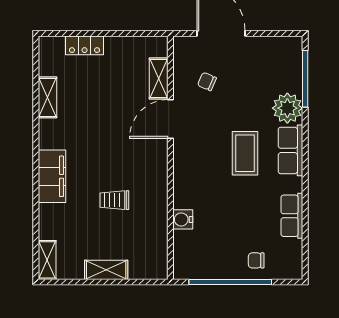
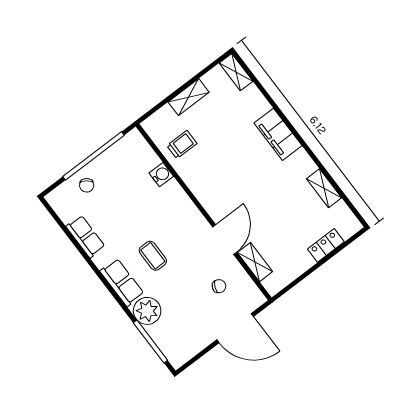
coffee table: (245, 153) -> (153, 256), width x0.73, depth x0.77
trolley: (114, 200) -> (182, 145), moved
chair: (256, 260) -> (87, 185), turned 125

